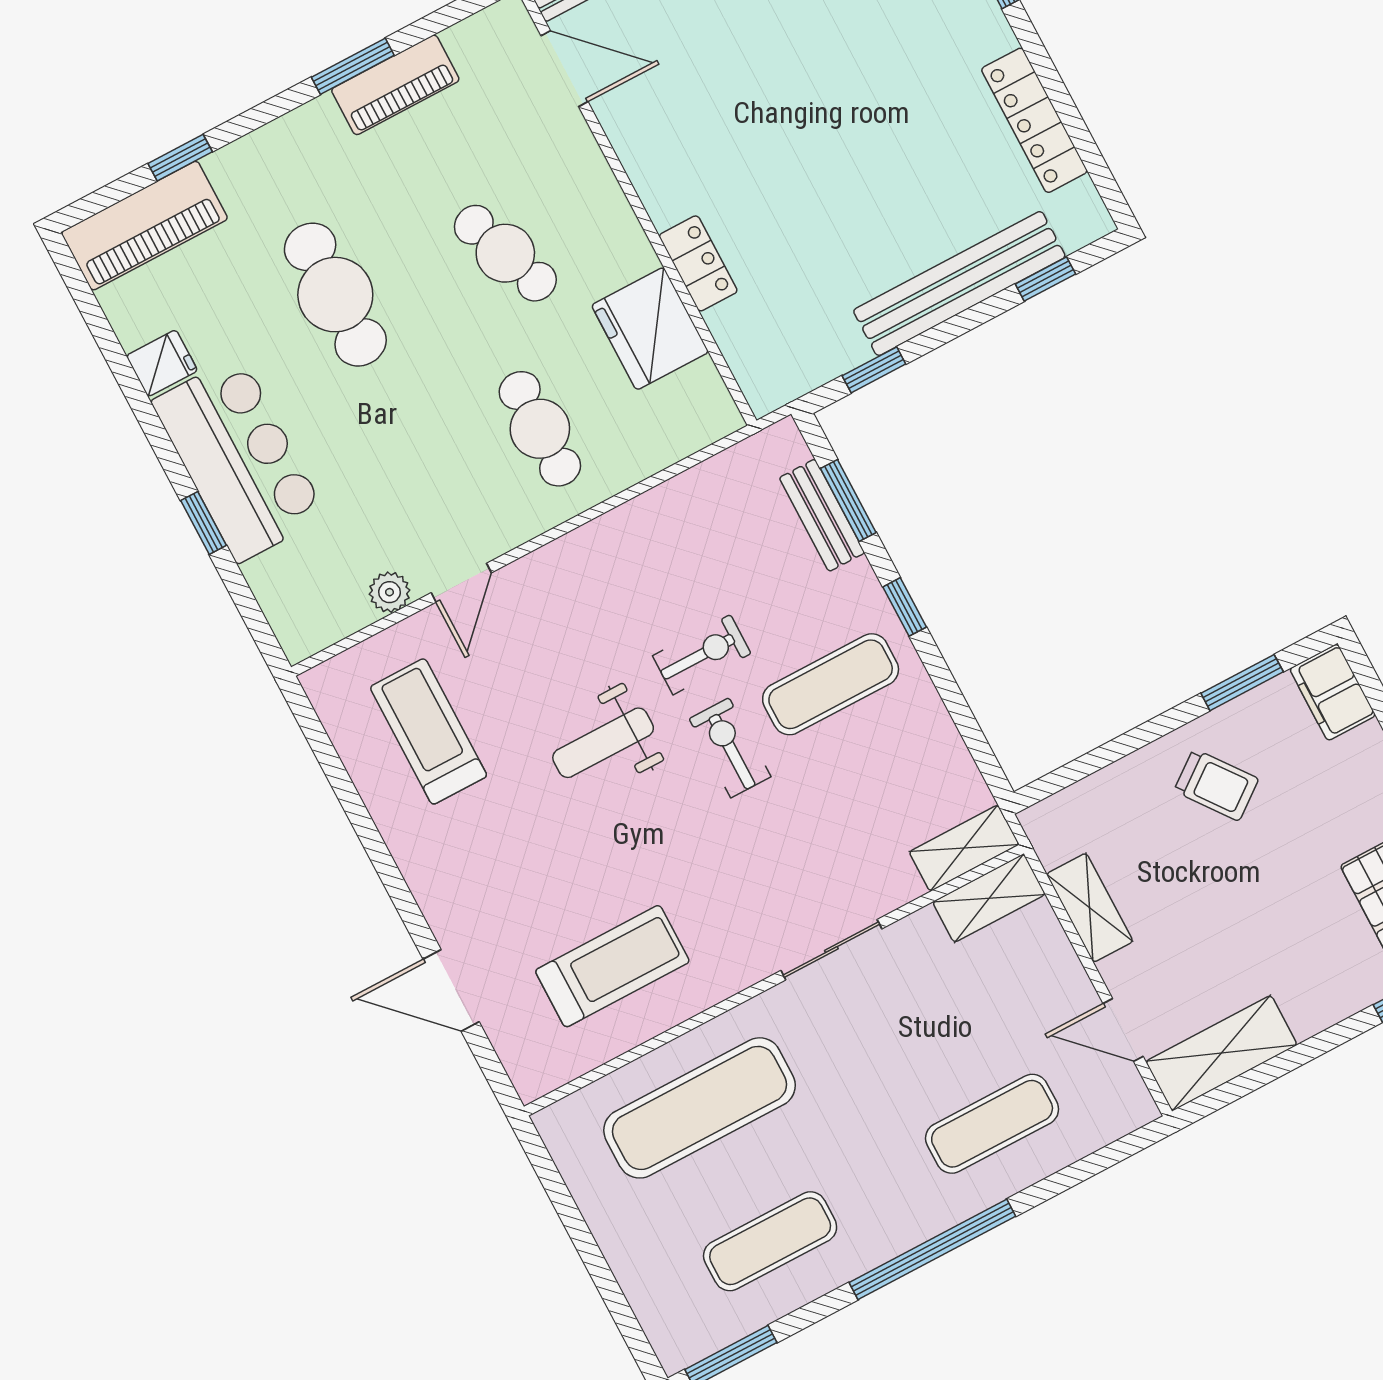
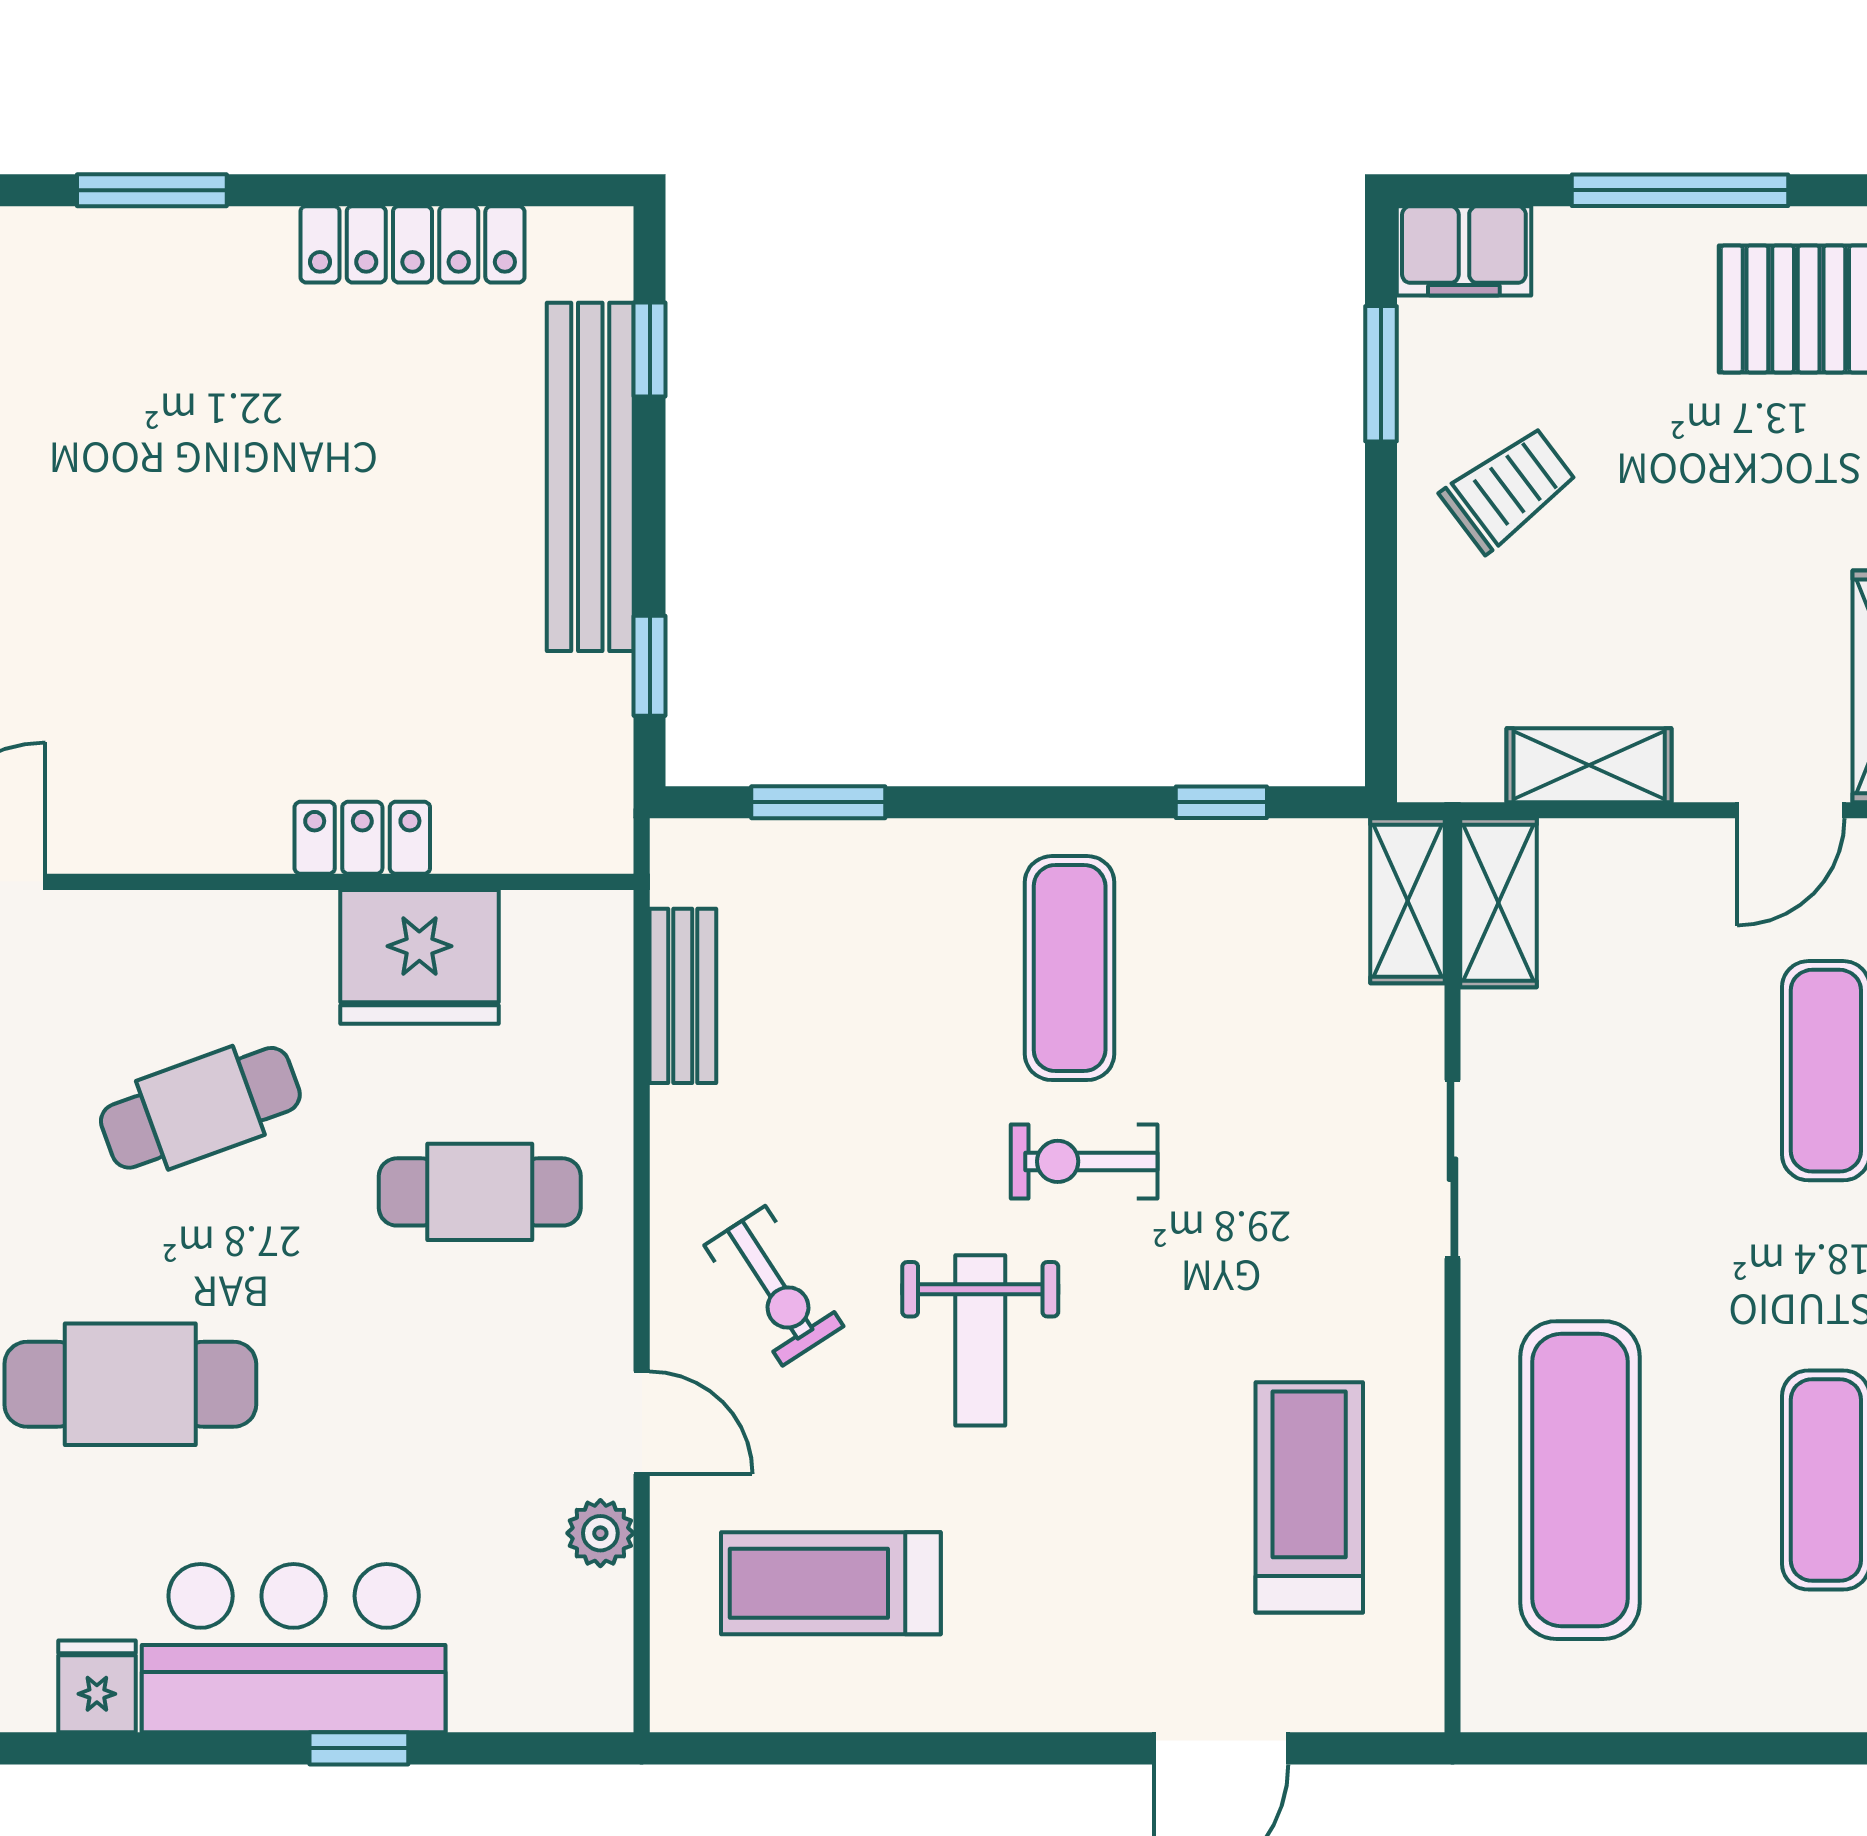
bench: (822, 515) -> (683, 996), moved, turned 90
window: (905, 607) -> (1221, 802), moved
exercise bike: (702, 655) -> (774, 1286), moved, turned 147

